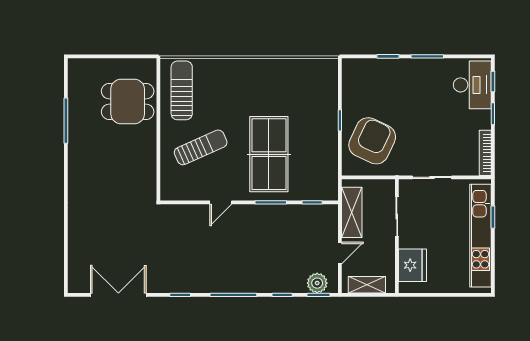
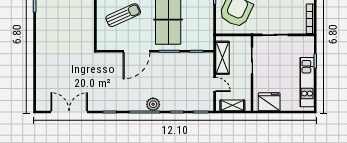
door: (221, 202) -> (136, 51), width x1.88
kitchen unit: (481, 236) -> (307, 82), width x0.73
door: (340, 253) -> (215, 84), hinge flipped
fridge: (412, 265) -> (269, 102), moved, turned -90
plant: (317, 283) -> (153, 104), moved

